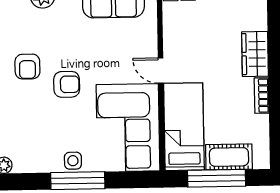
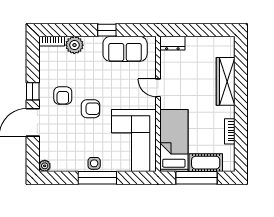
wardrobe: (255, 54) -> (226, 81), width x1.50
door: (161, 71) -> (158, 88), moved
bookcase: (262, 96) -> (230, 131), moved

